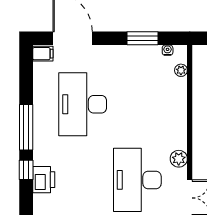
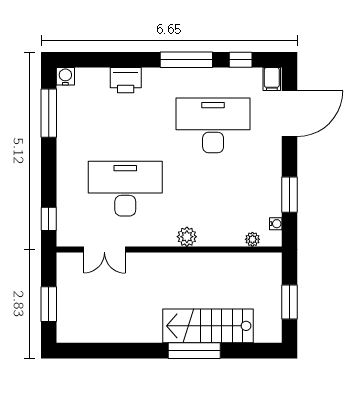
plant: (179, 159) -> (187, 237), moved
window: (26, 170) -> (241, 60), moved

